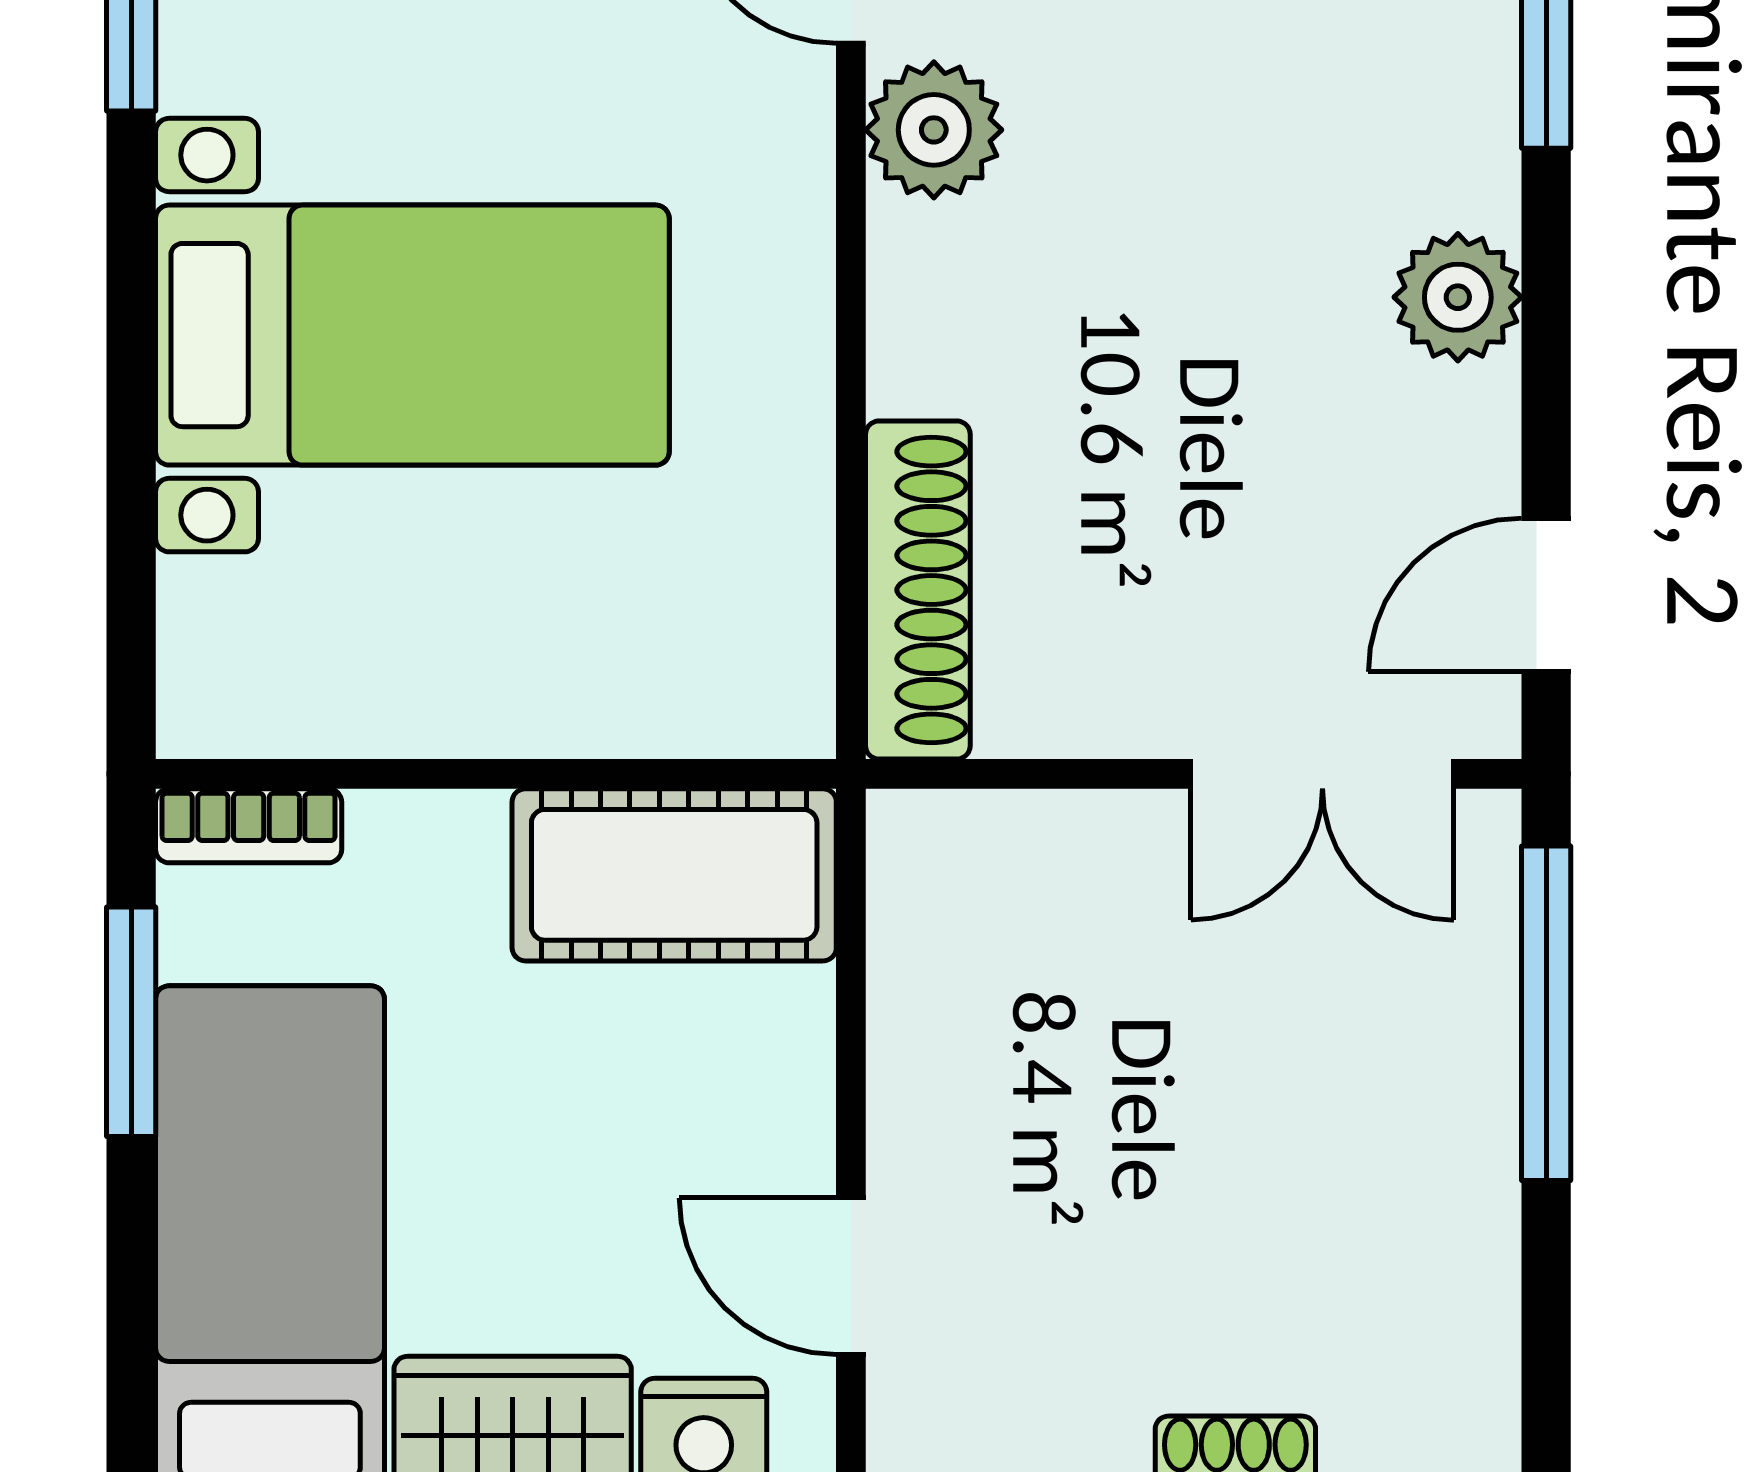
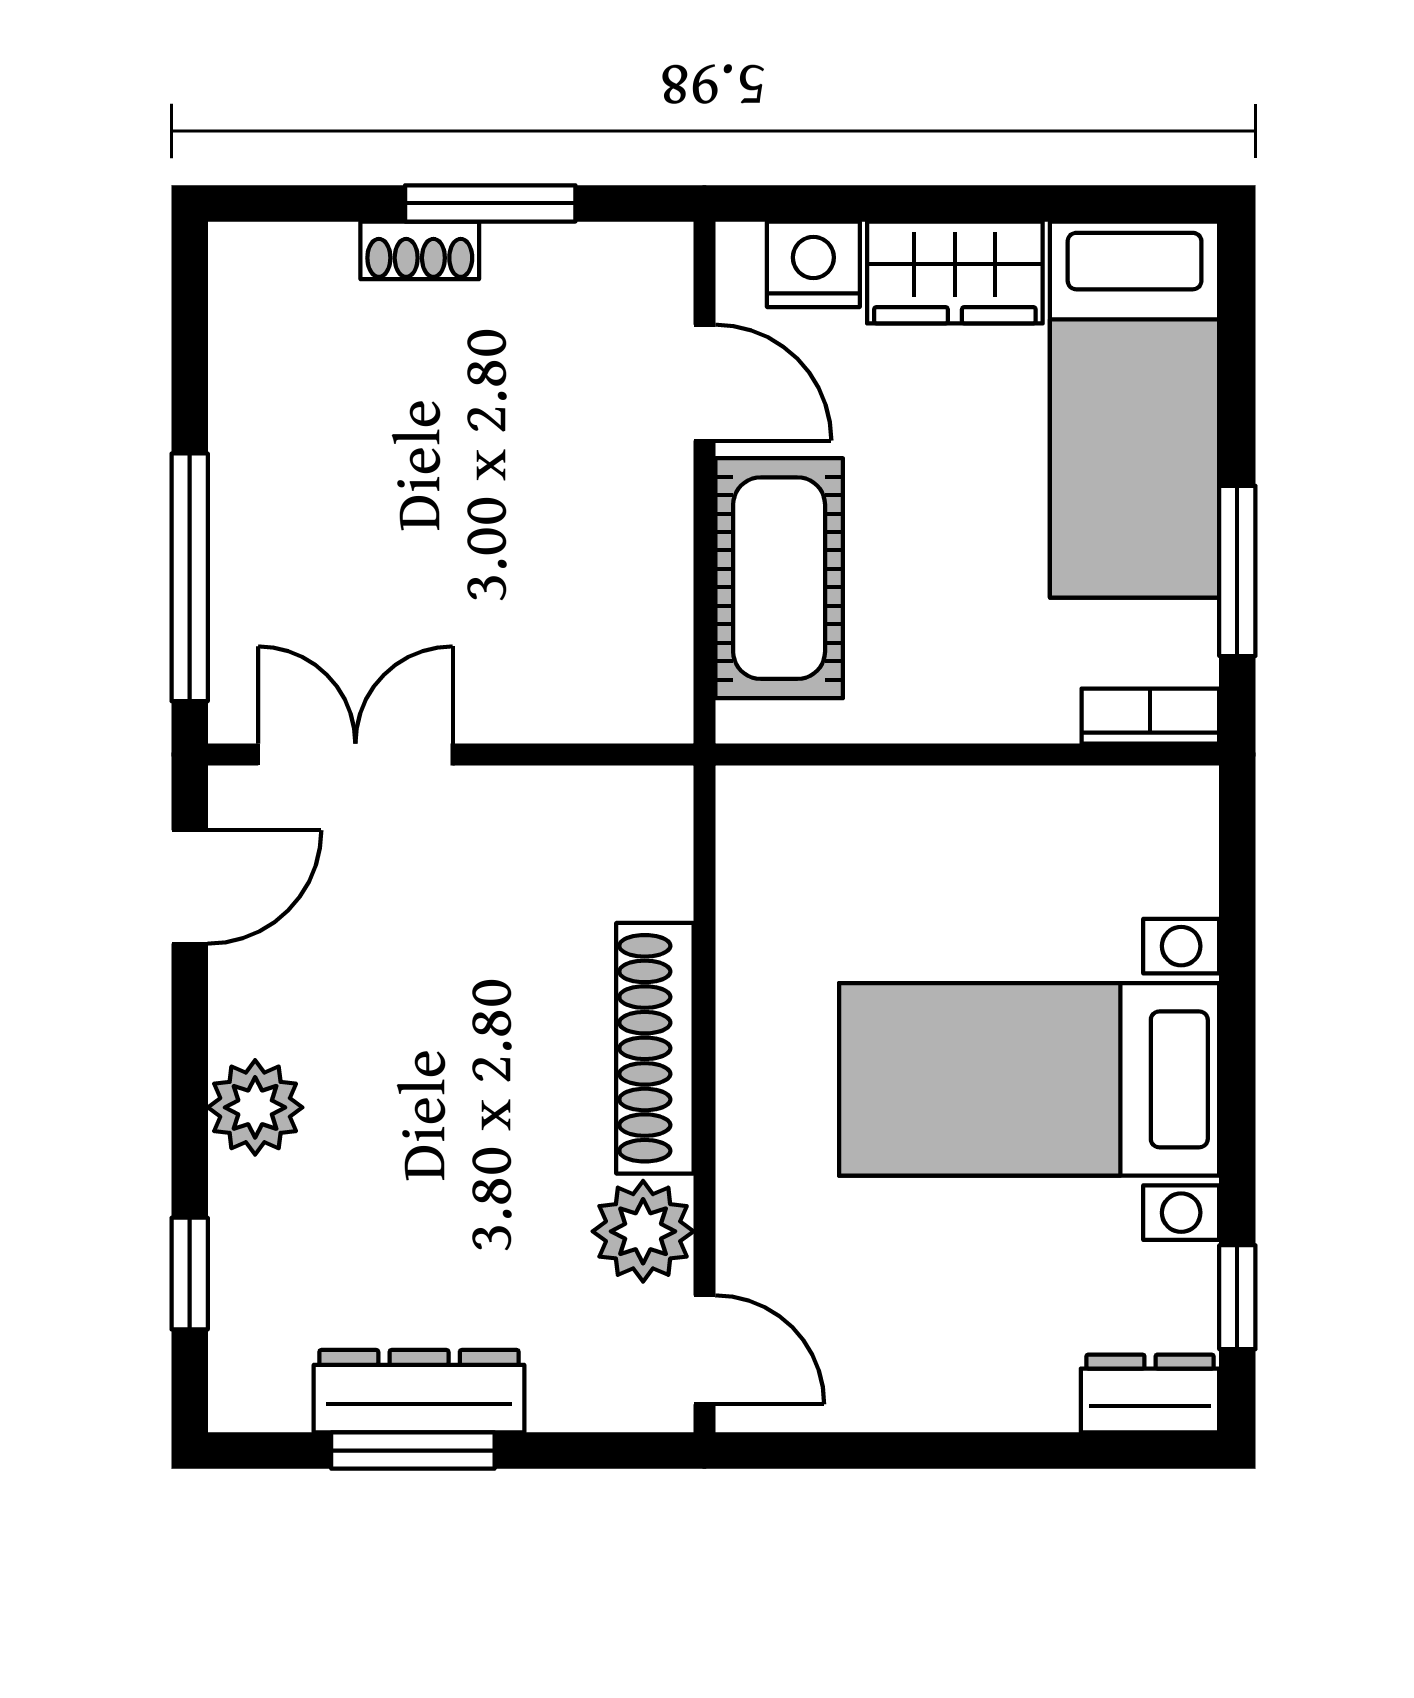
shoe rack: (918, 590) -> (655, 1048), moved
cot: (674, 875) -> (779, 578), moved, turned 90

